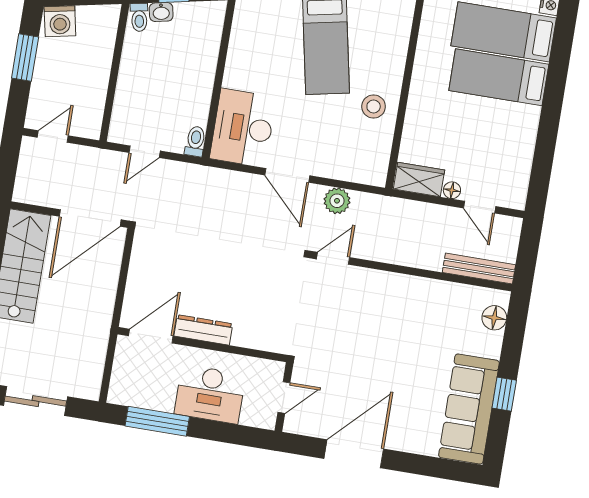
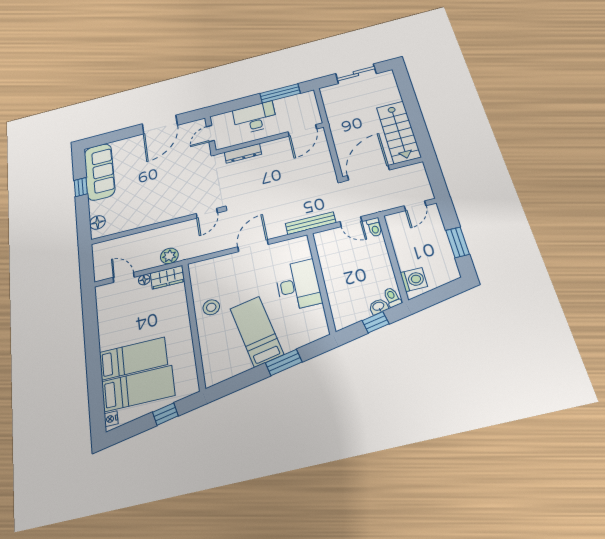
washing machine: (60, 21) -> (414, 280), moved, turned 101
desk: (243, 128) -> (298, 285), moved
toilet: (195, 141) -> (375, 227), moved
door: (145, 152) -> (351, 222), swing flipped
door: (287, 175) -> (253, 246), hinge flipped
plant: (337, 201) -> (169, 256), moved
bench: (479, 269) -> (311, 223), moved
dresser: (203, 330) -> (243, 153), moved

